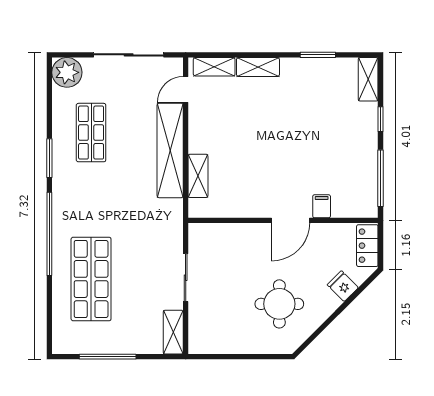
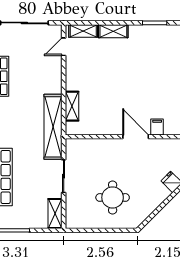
shelving: (170, 150) -> (53, 127), moved
door: (290, 220) -> (136, 137), swing flipped
round table: (279, 304) -> (113, 197), moved

